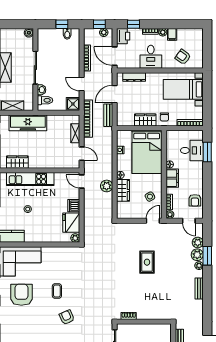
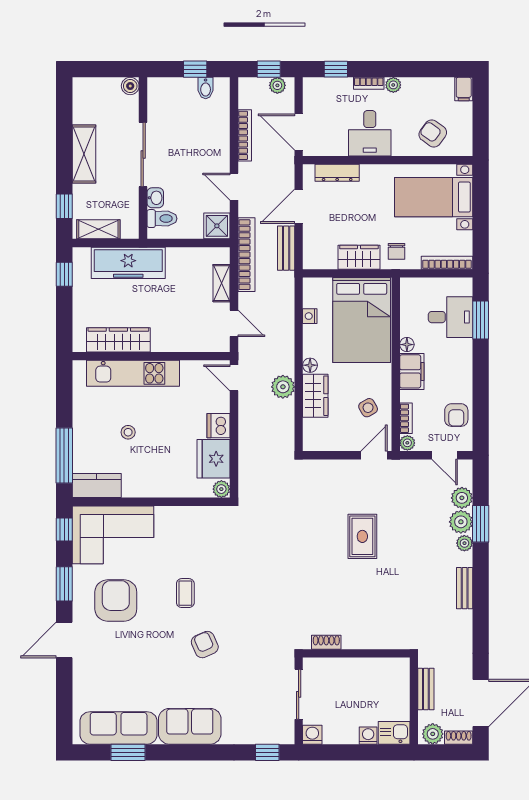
filing cabinet: (172, 34) -> (464, 89), moved
printer: (123, 36) -> (315, 93), removed
wardrobe: (17, 162) -> (118, 340), width x1.50

